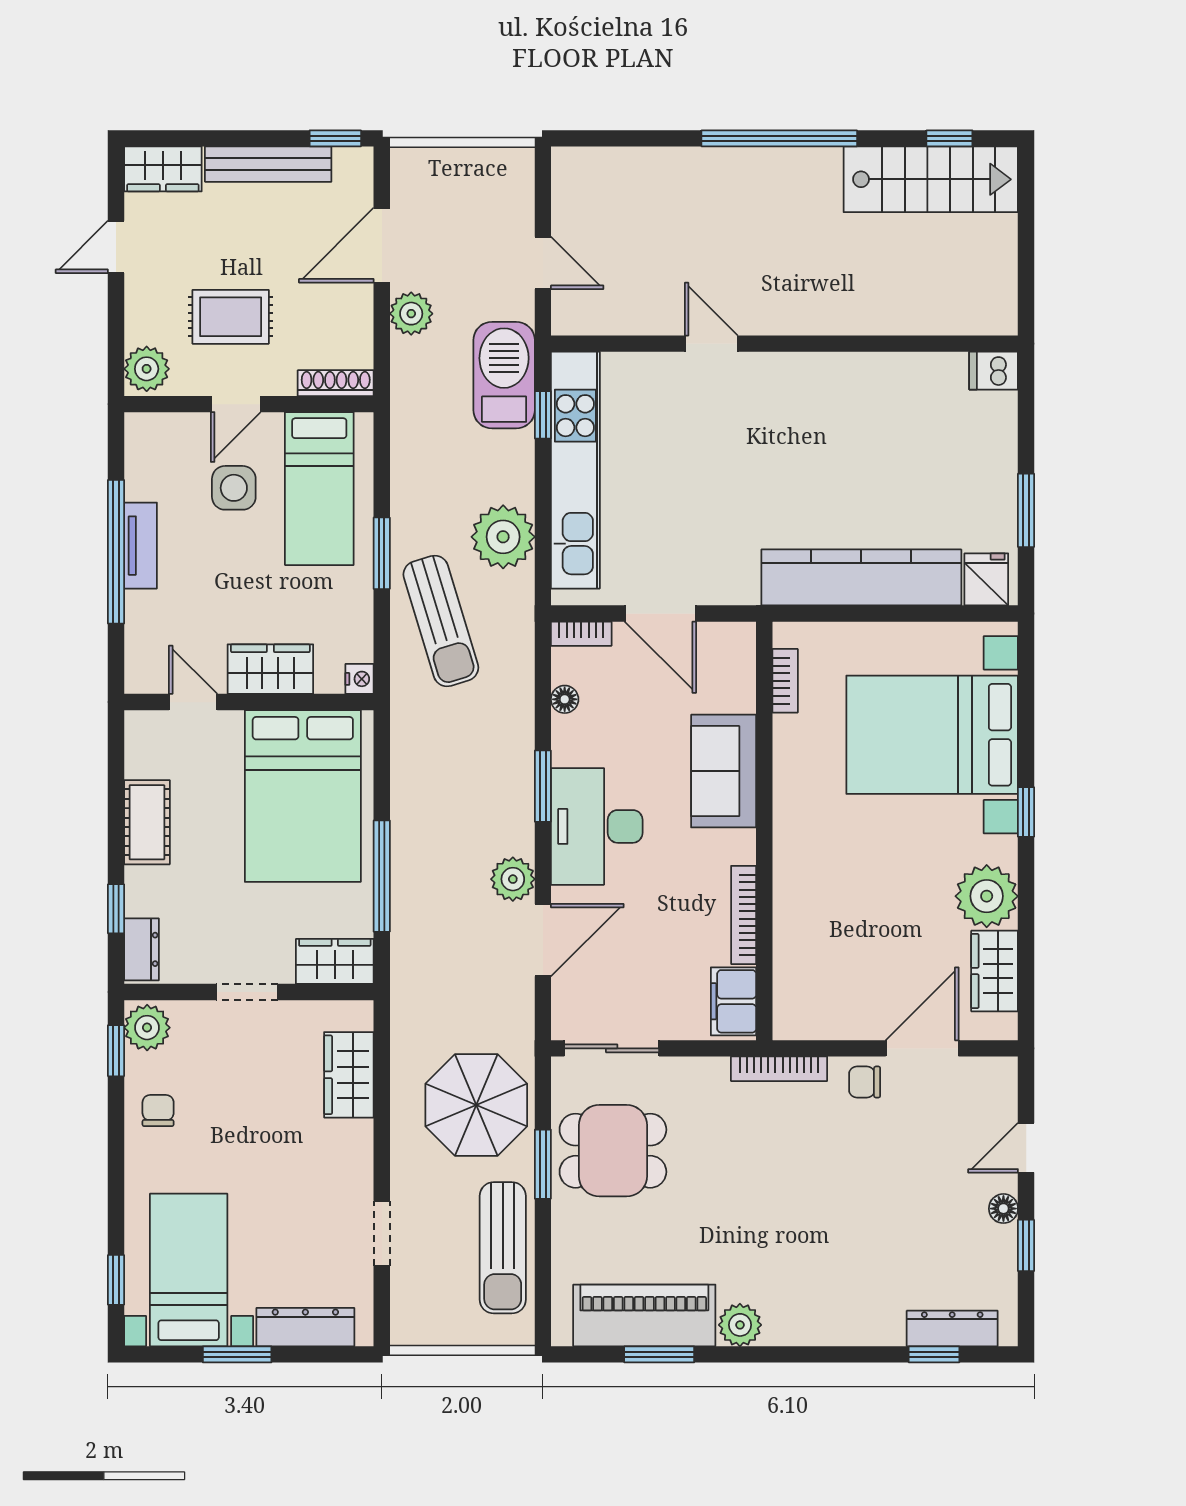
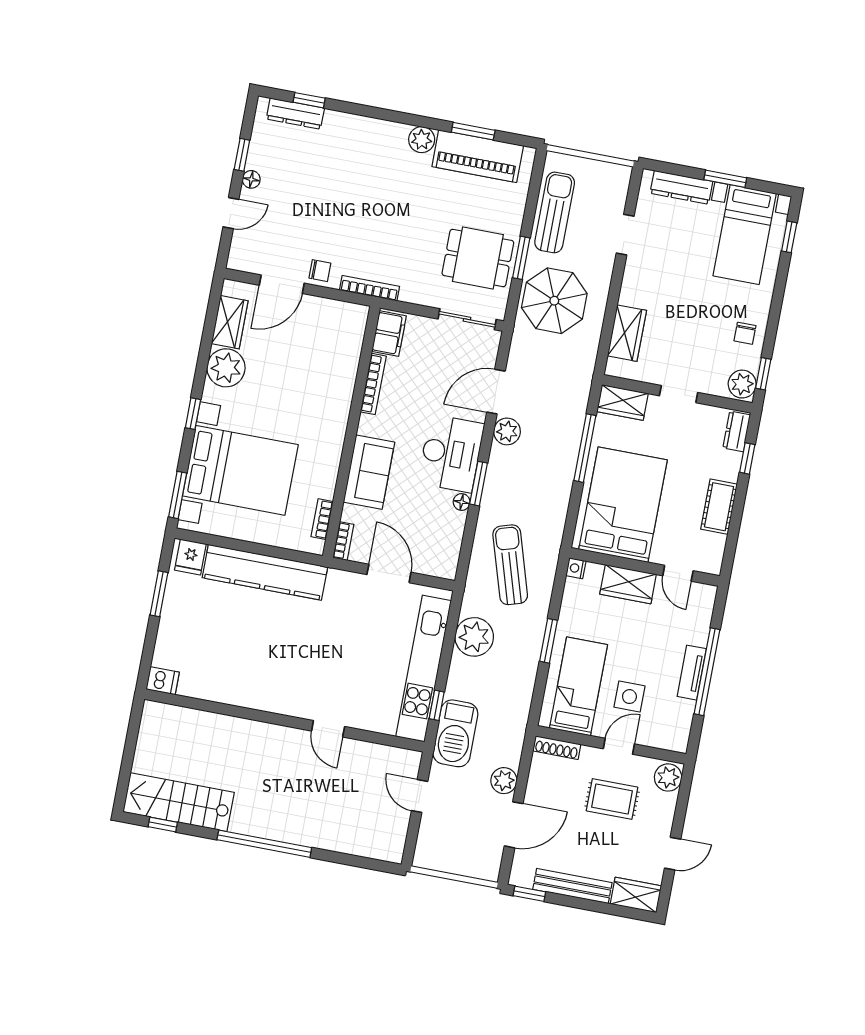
sun lounger: (441, 621) -> (510, 565), moved
bookcase: (581, 634) -> (343, 541), moved, turned 90
window: (1026, 676) -> (178, 495), added
floor lamp: (565, 699) -> (462, 502), moved

